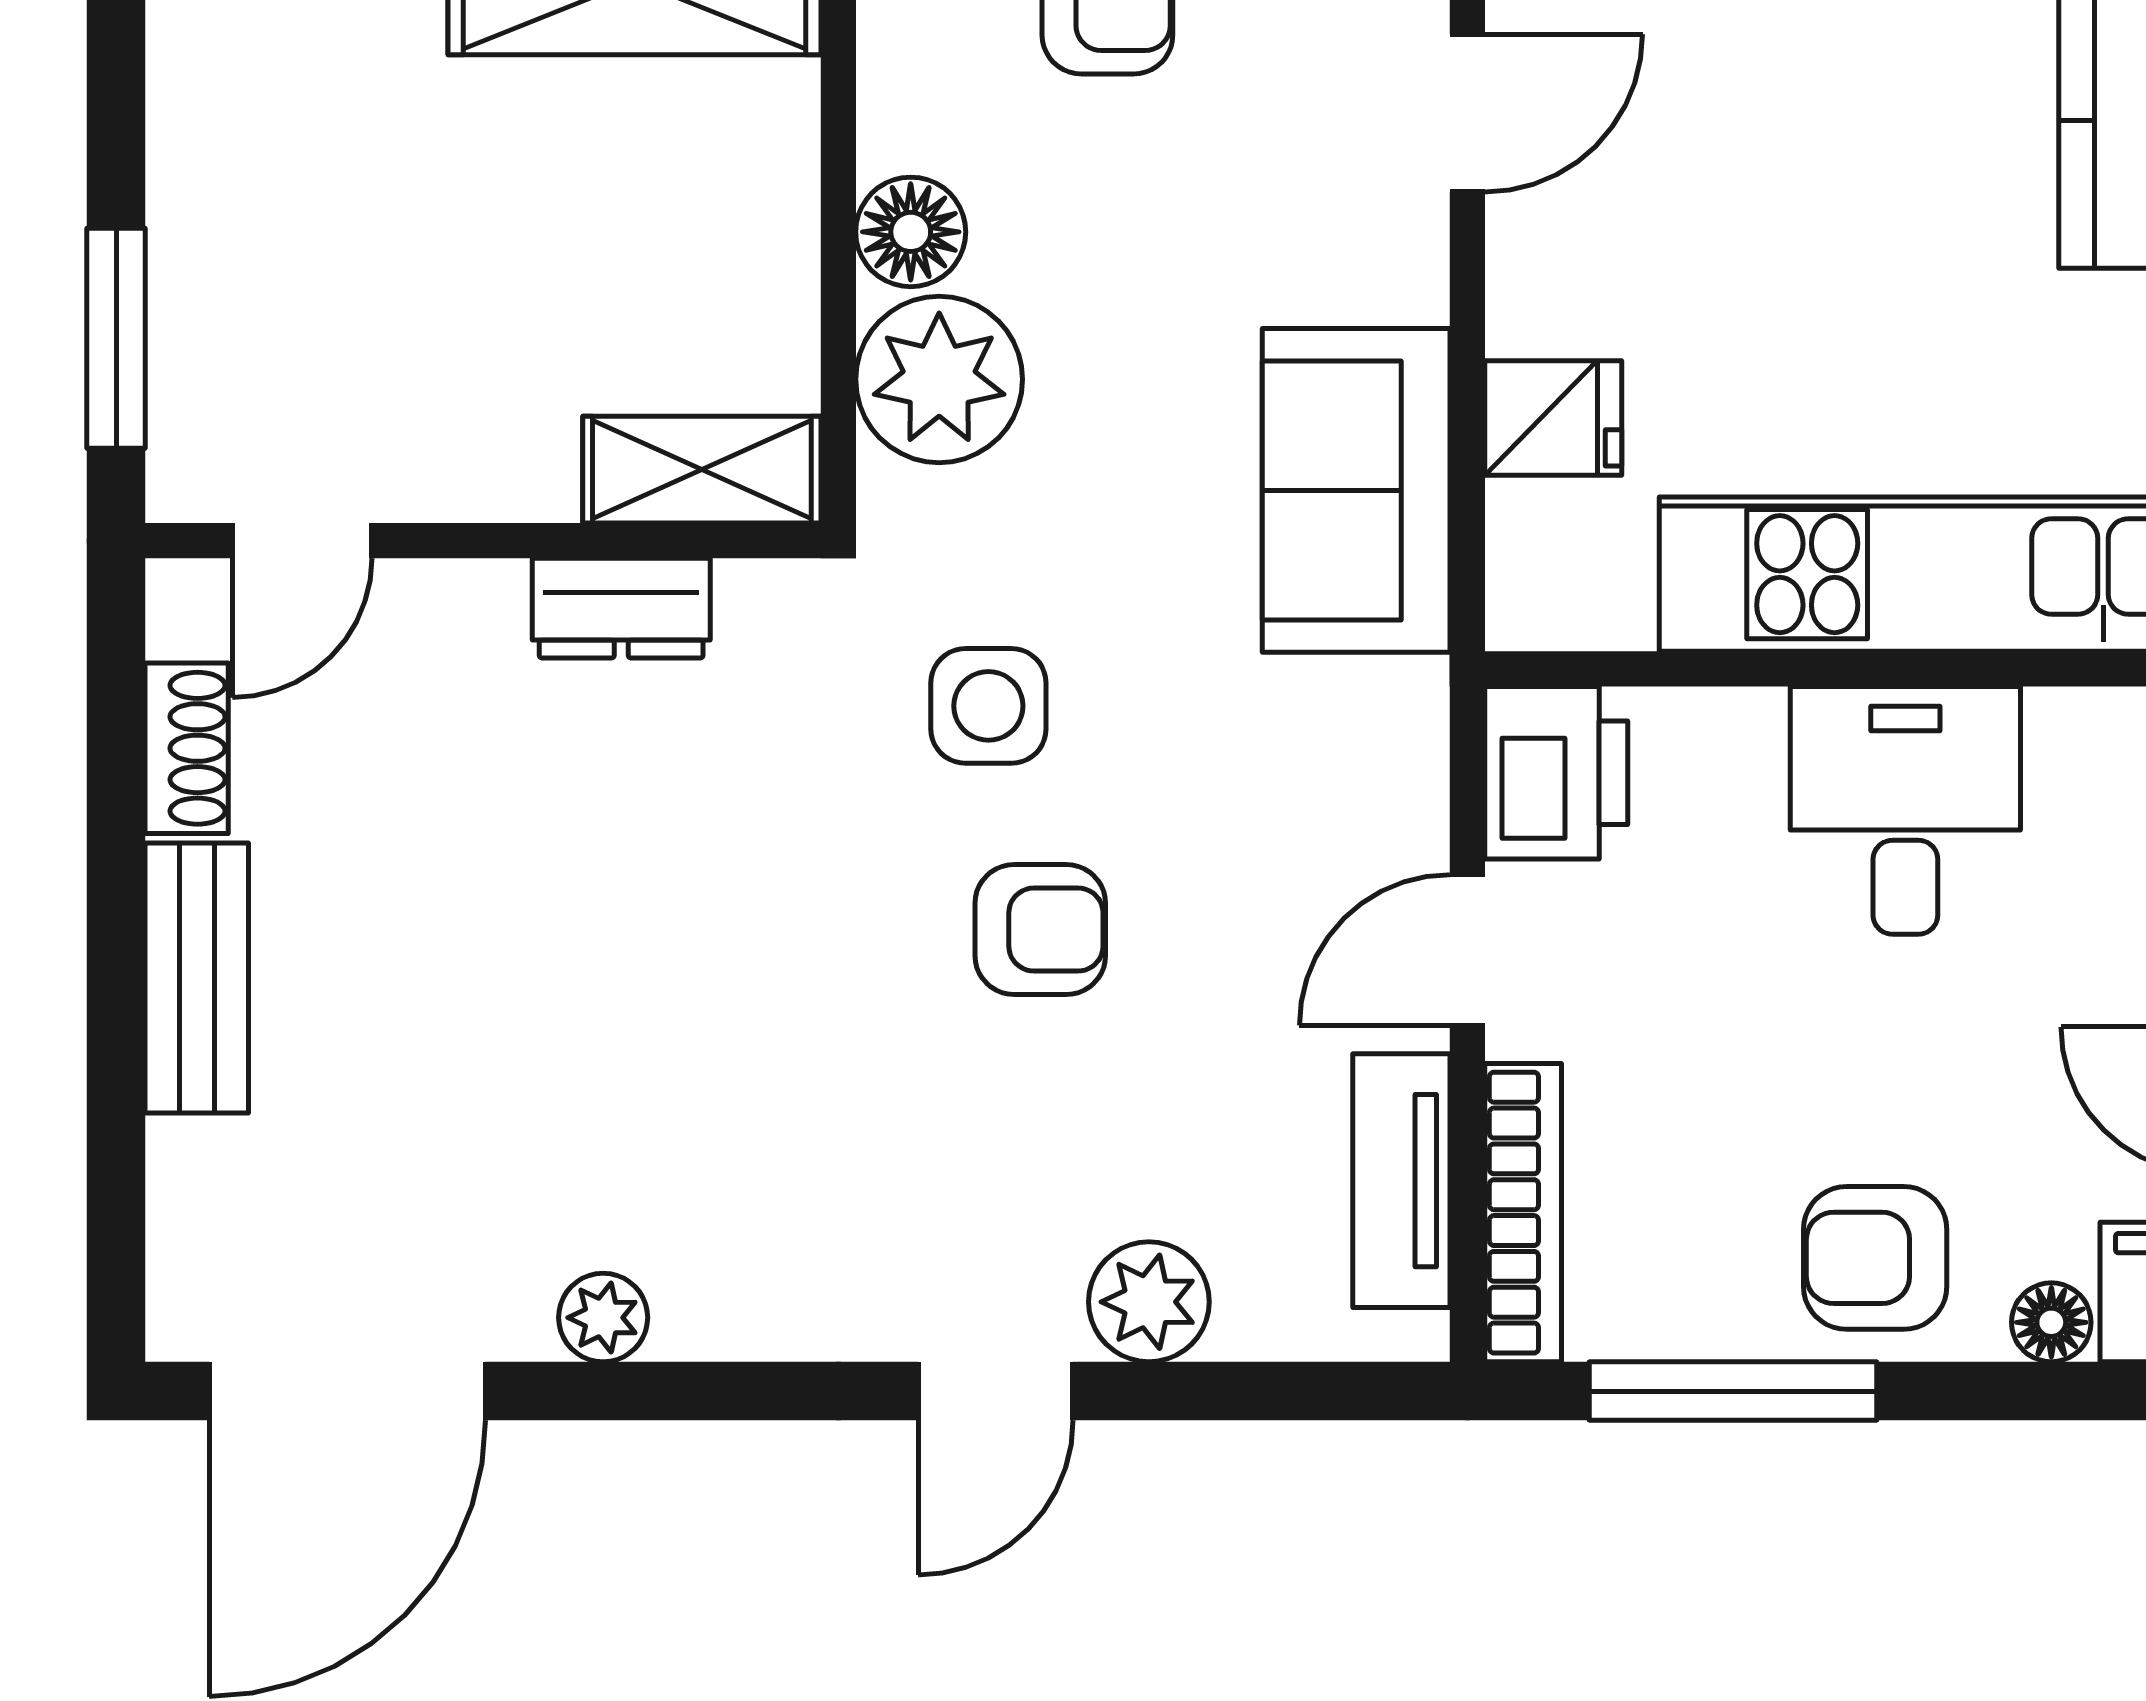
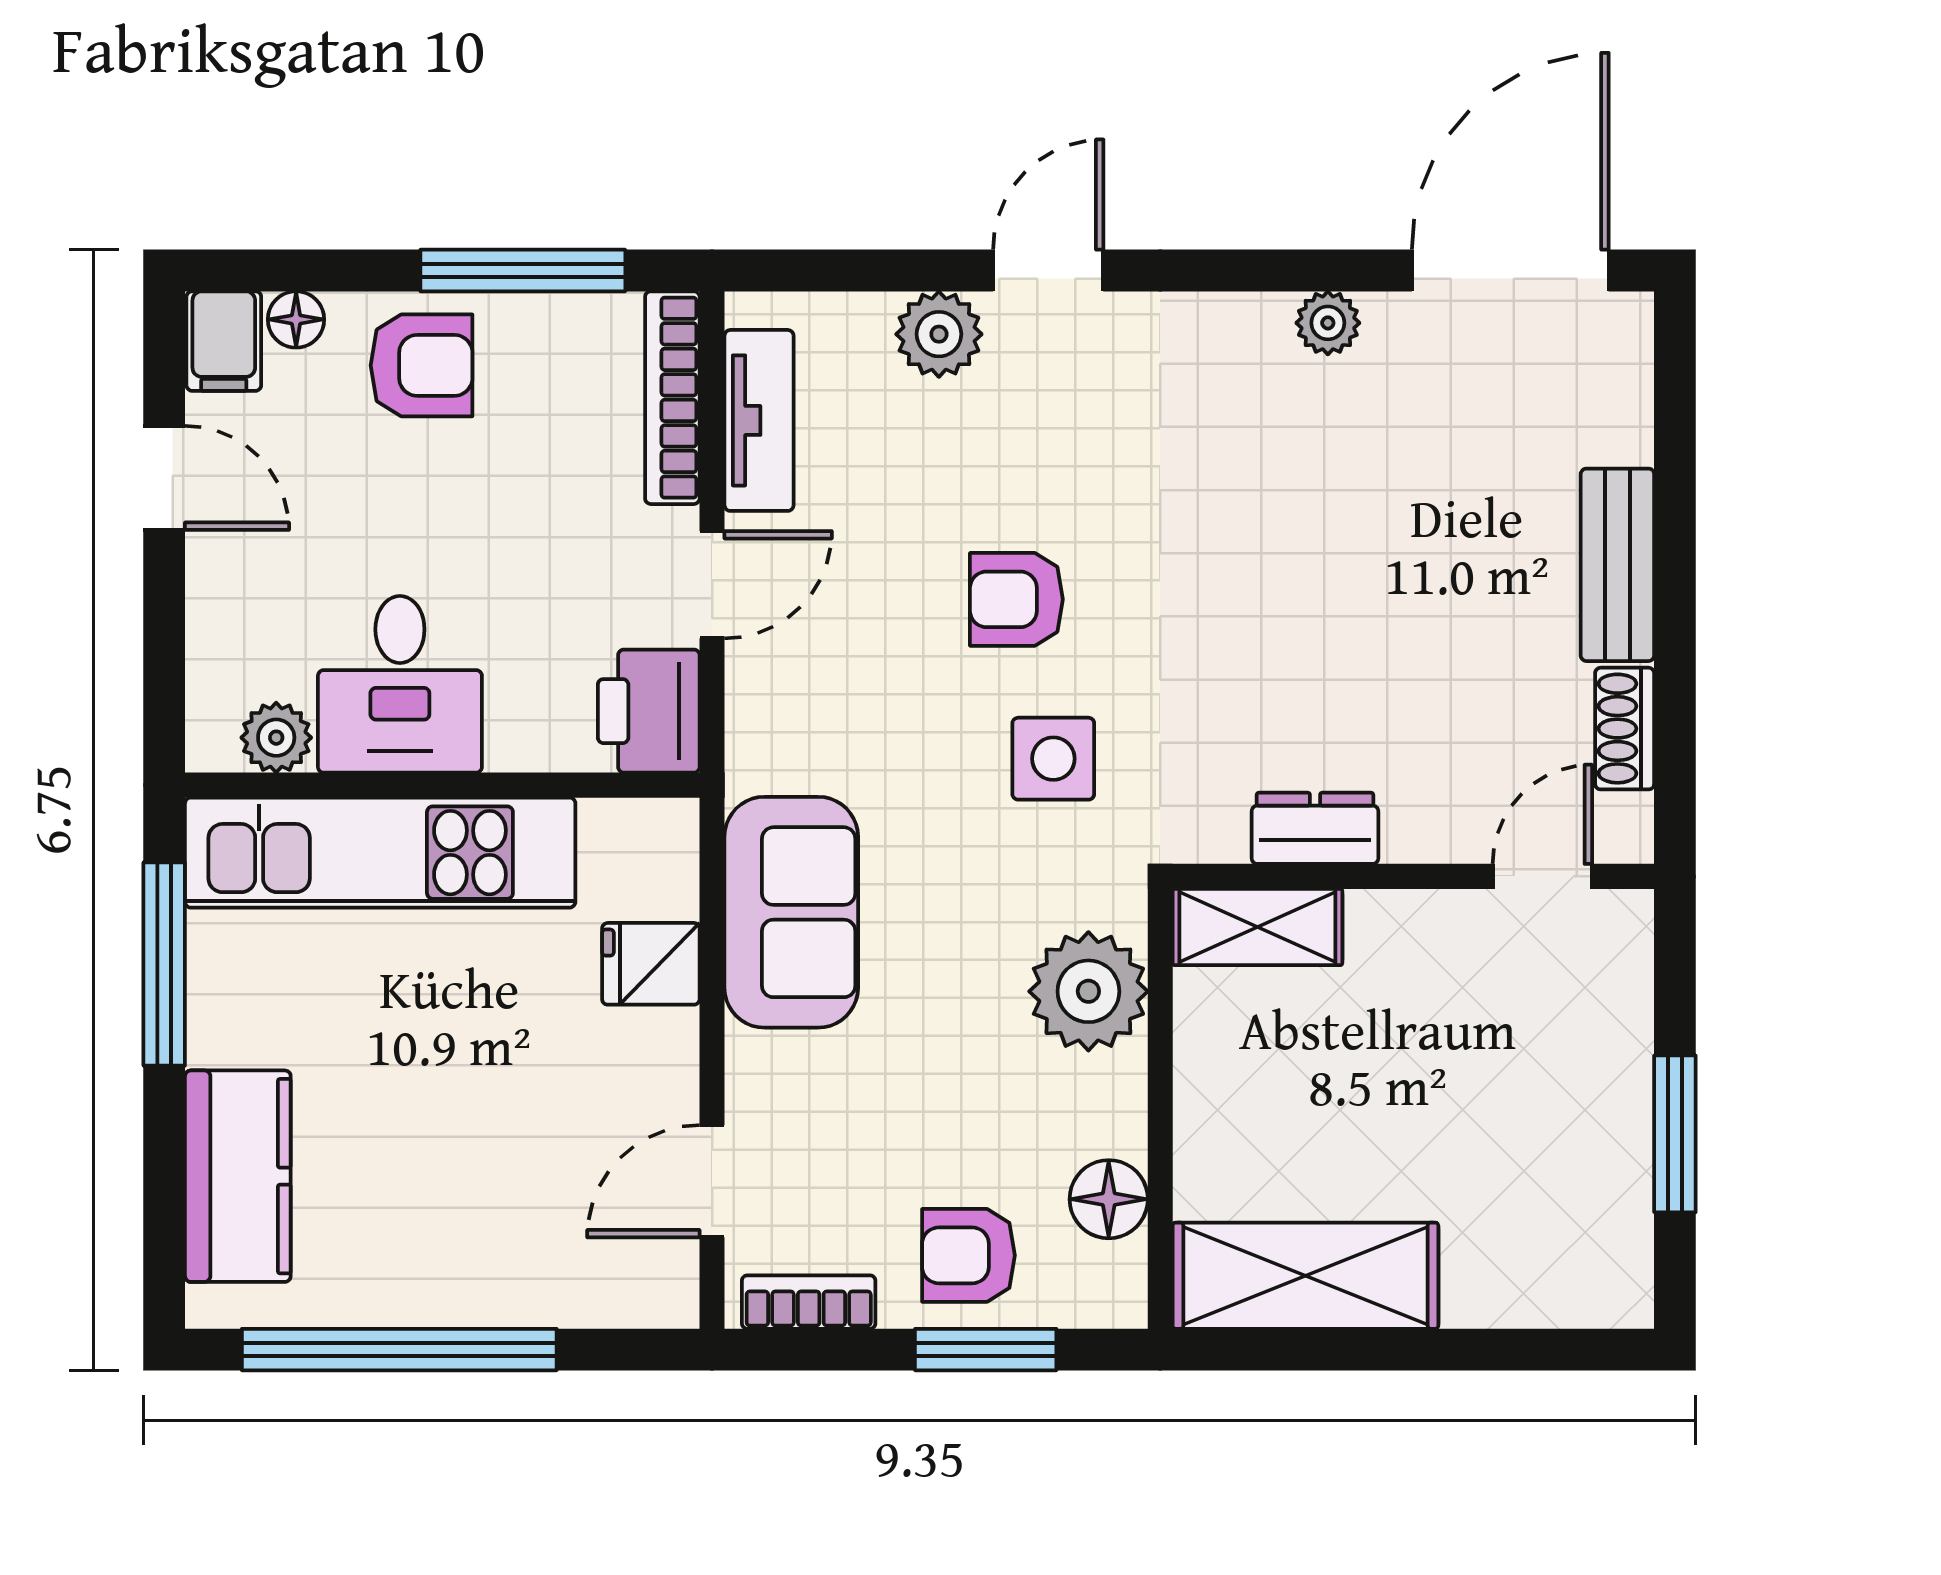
floor lamp: (911, 232) -> (1109, 1199), moved
window: (116, 338) -> (1675, 1134), moved
plant: (2079, 736) -> (276, 738), added

